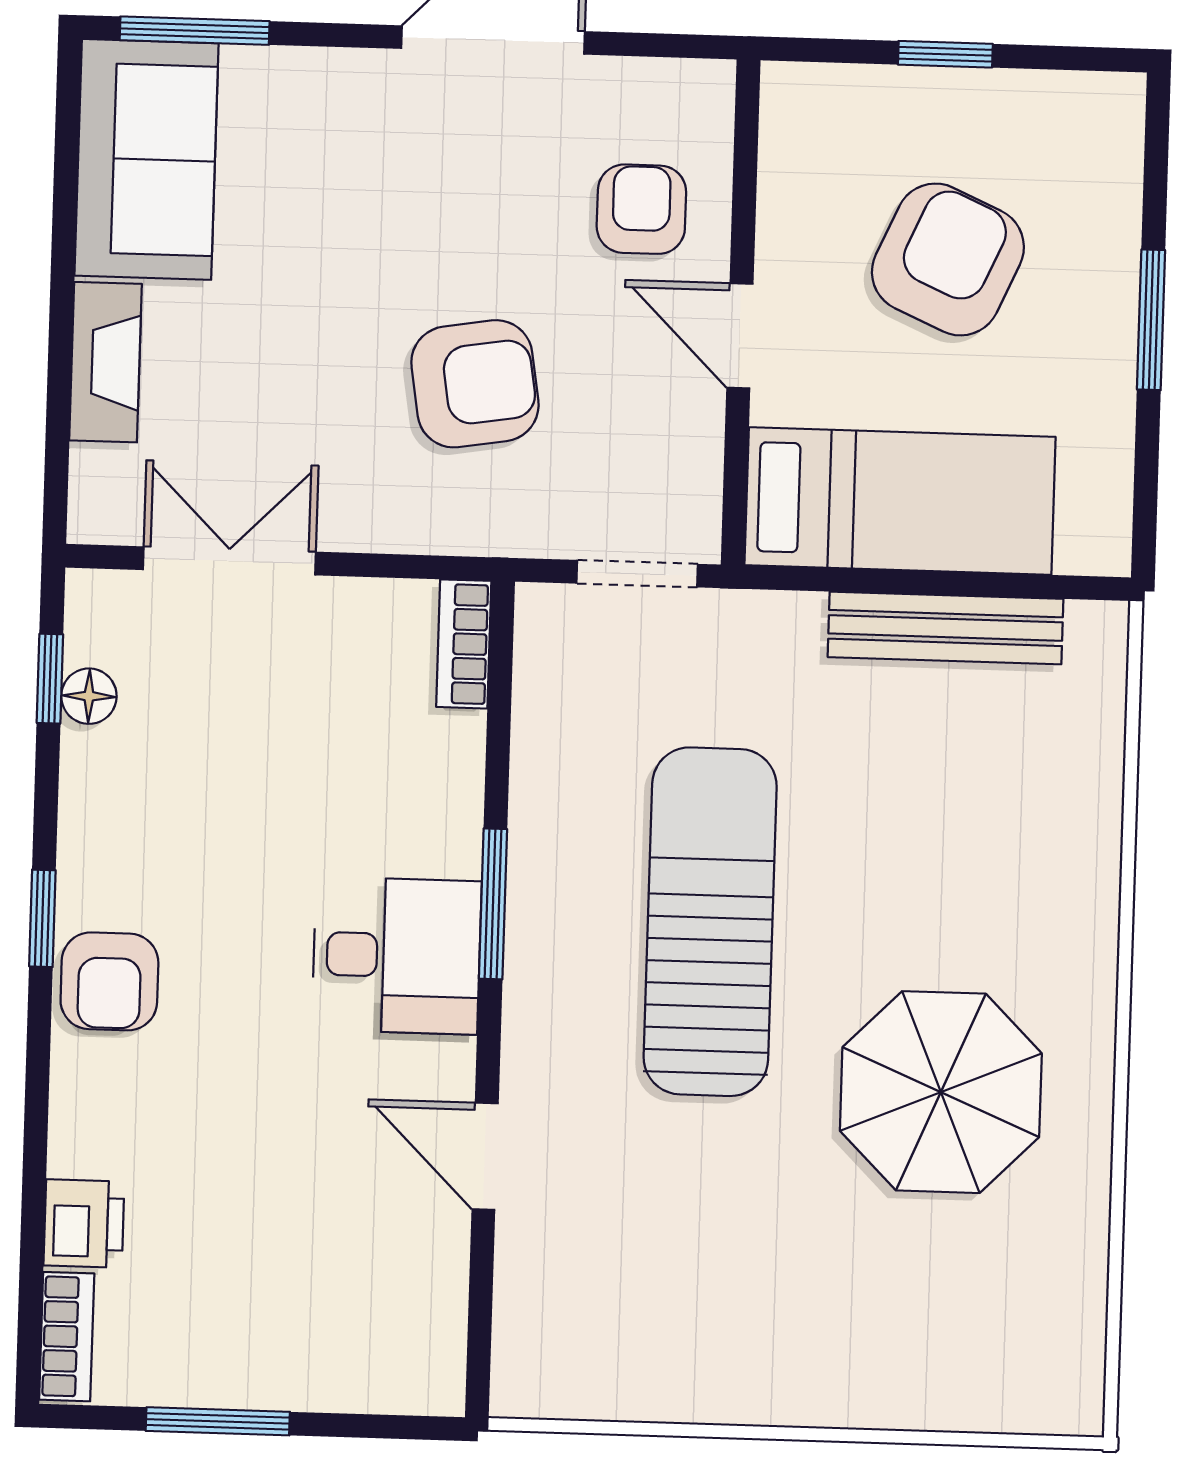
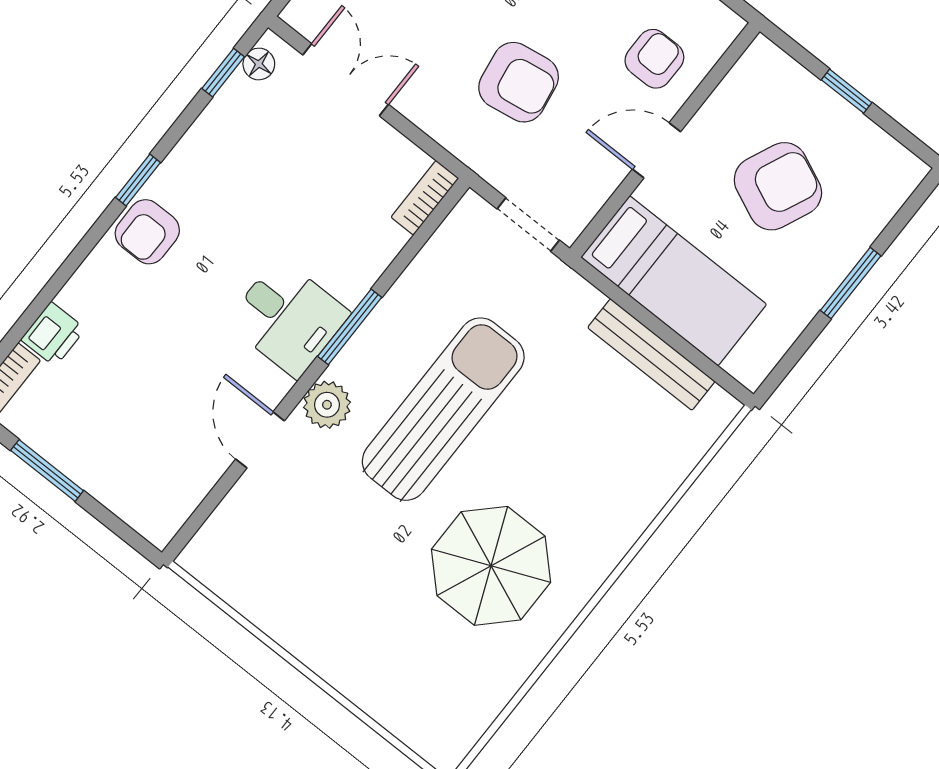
door: (740, 336) -> (656, 150), hinge flipped
floor lamp: (89, 696) -> (259, 64), moved
plant: (542, 1037) -> (327, 405), added

